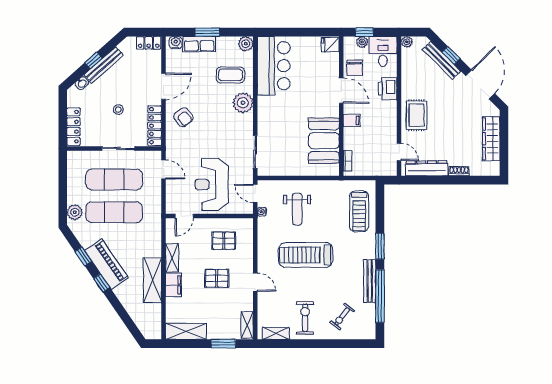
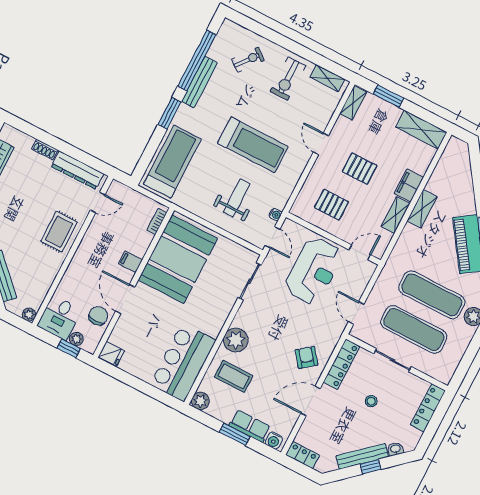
printer: (388, 89) -> (75, 275), removed
booth: (324, 141) -> (178, 259), width x1.36, depth x1.42
door: (399, 152) -> (98, 203), swing flipped
treadmill: (359, 211) -> (172, 162), width x1.37, depth x1.38
shelving: (152, 280) -> (422, 209), width x0.67, depth x0.75

